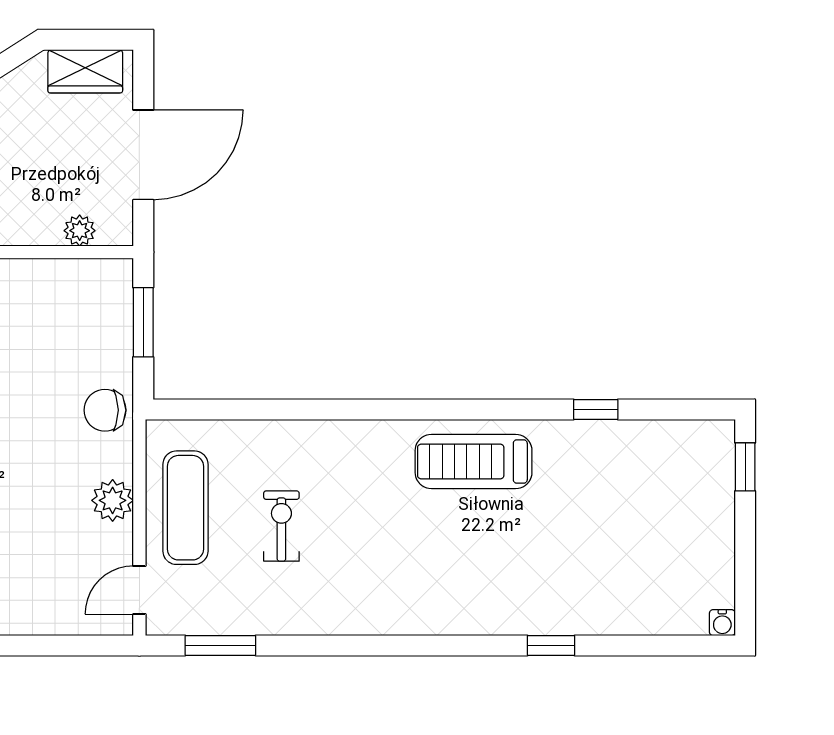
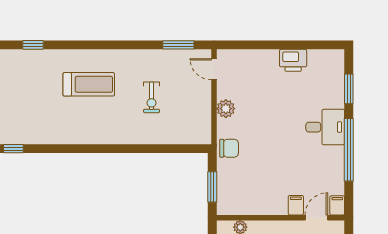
treadmill: (474, 462) -> (89, 84), moved
exercise mat: (185, 508) -> (194, 105), removed
door: (139, 590) -> (214, 69), swing flipped

